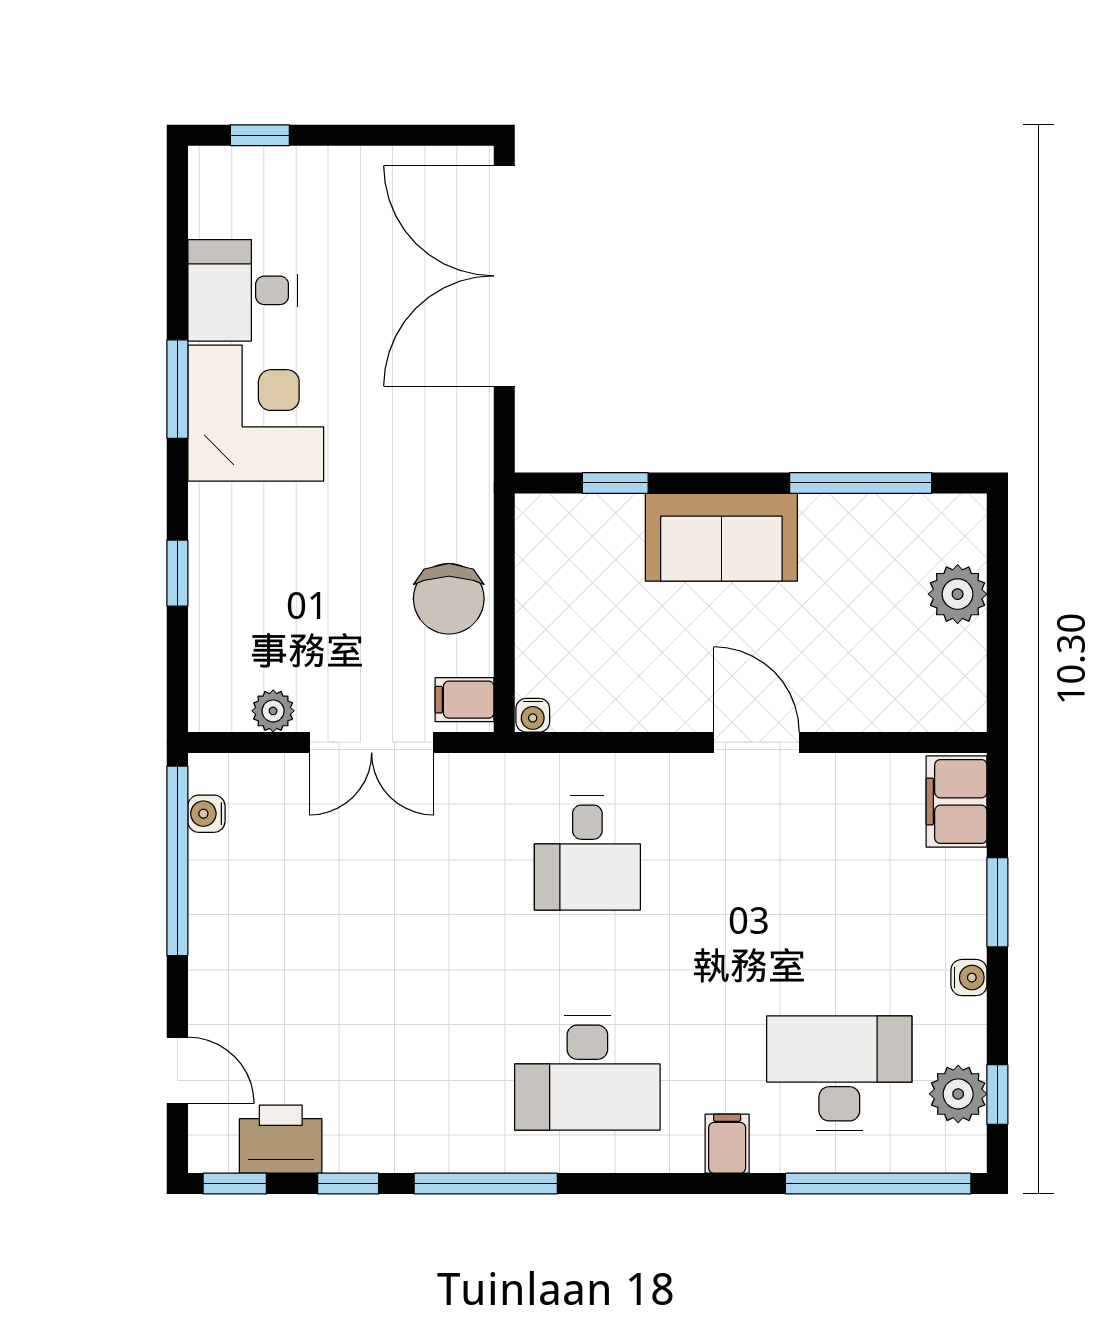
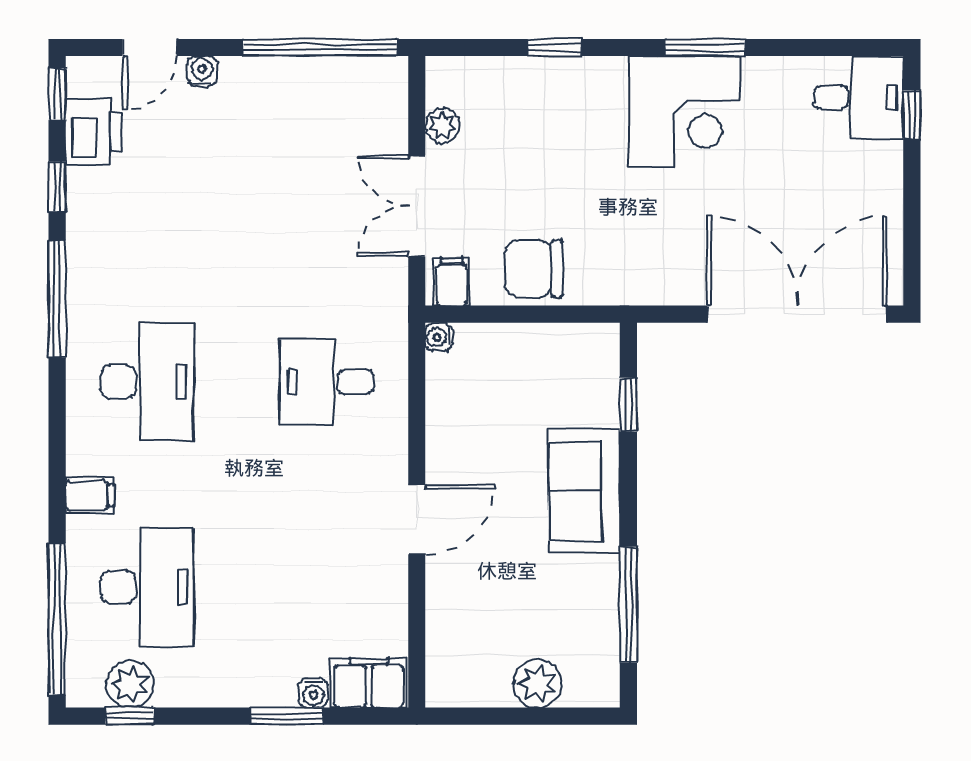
desk: (242, 290) -> (859, 97), moved, turned 90
water cooler: (206, 814) -> (202, 71), moved
water cooler: (969, 978) -> (313, 693), moved
desk: (587, 1073) -> (147, 382), turned 180

